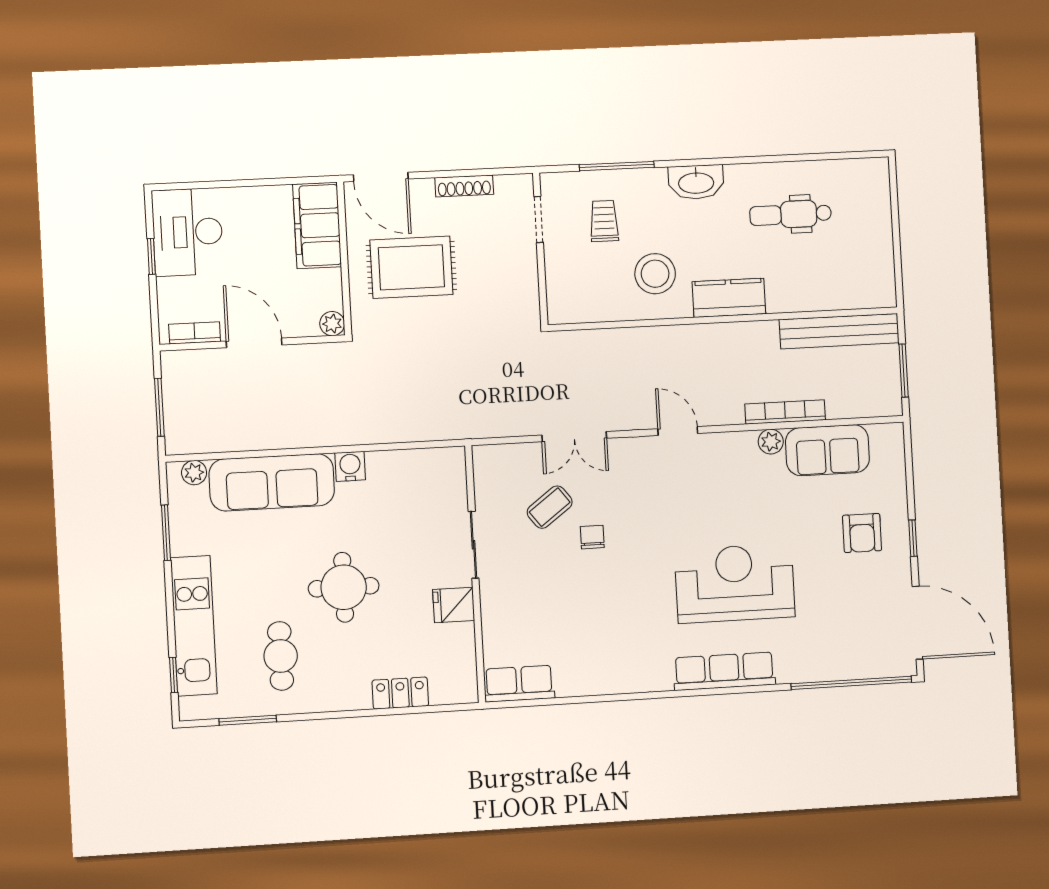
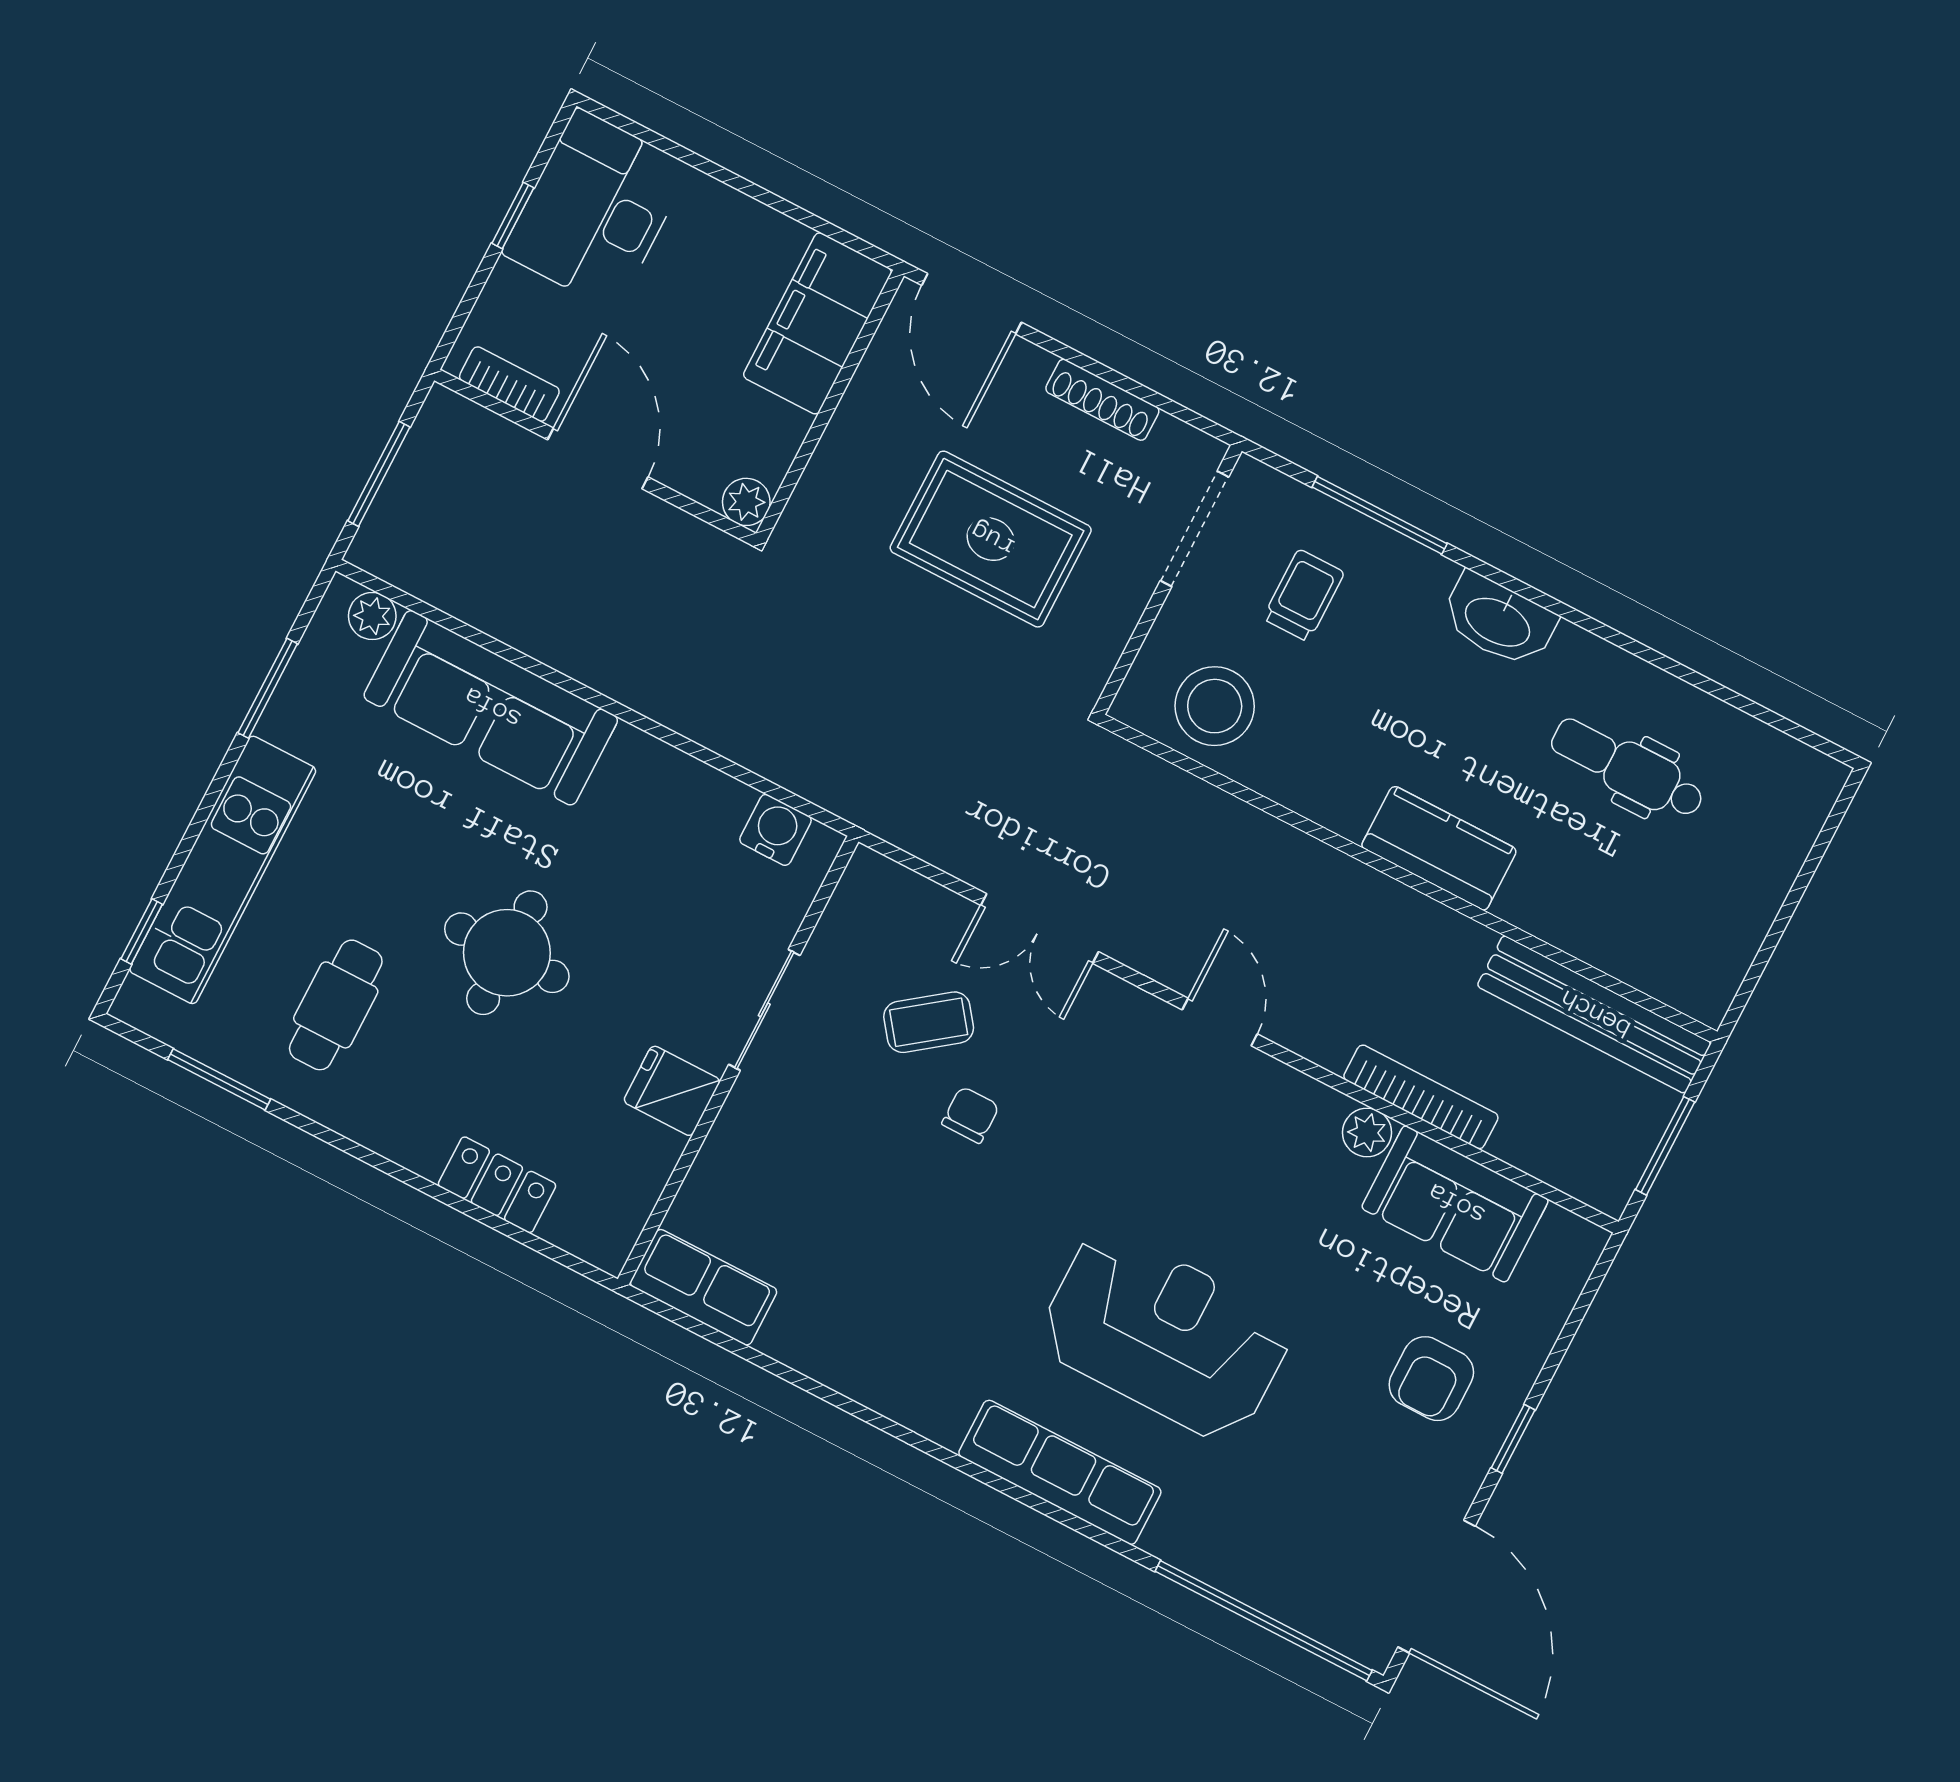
doorway: (539, 220) -> (1194, 529), width x1.38
rug: (411, 267) -> (991, 539), moved
stool: (655, 274) -> (1215, 706), moved
water cooler: (350, 466) -> (775, 830), moved

